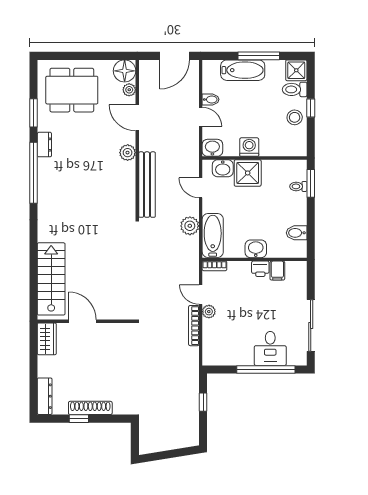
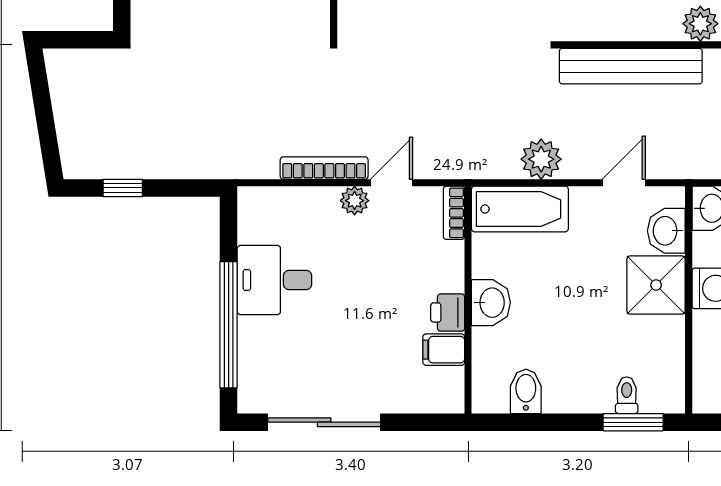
desk: (270, 348) -> (274, 280), moved
window: (203, 402) -> (123, 188), moved

